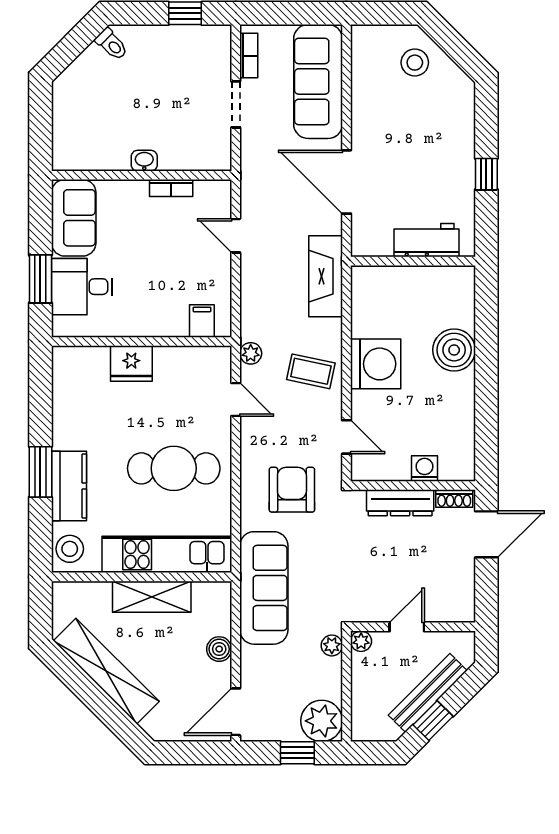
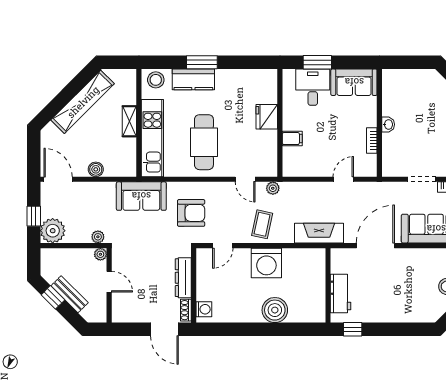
window: (486, 174) -> (353, 329), moved
filing cabinet: (202, 321) -> (292, 139), moved
door: (236, 399) -> (245, 179), hinge flipped
washing machine: (424, 468) -> (204, 309), moved
sofa: (264, 588) -> (141, 196), width x0.73
shelving: (152, 597) -> (129, 121), width x0.67, depth x0.75
bench: (428, 693) -> (70, 294), width x0.73

